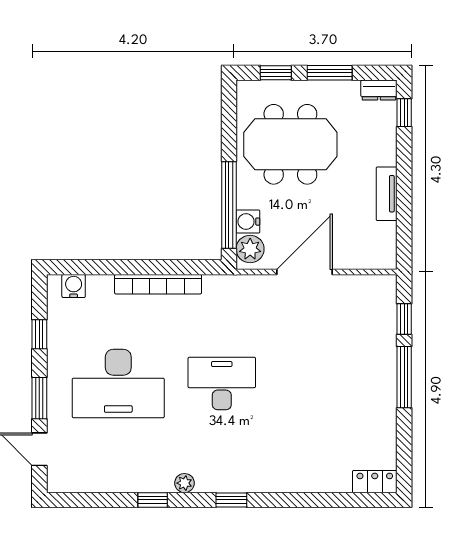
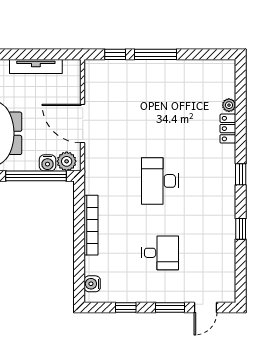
tv unit: (387, 194) -> (36, 67), width x1.41
desk: (118, 384) -> (160, 253), width x0.53, depth x0.77
locker: (375, 482) -> (228, 129), moved
plant: (184, 483) -> (229, 105), moved

